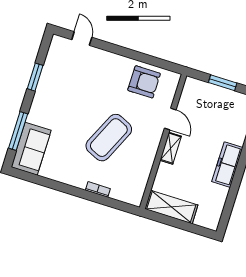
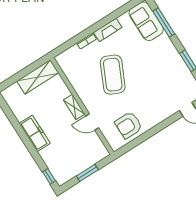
fireplace: (70, 178) -> (108, 30), added

